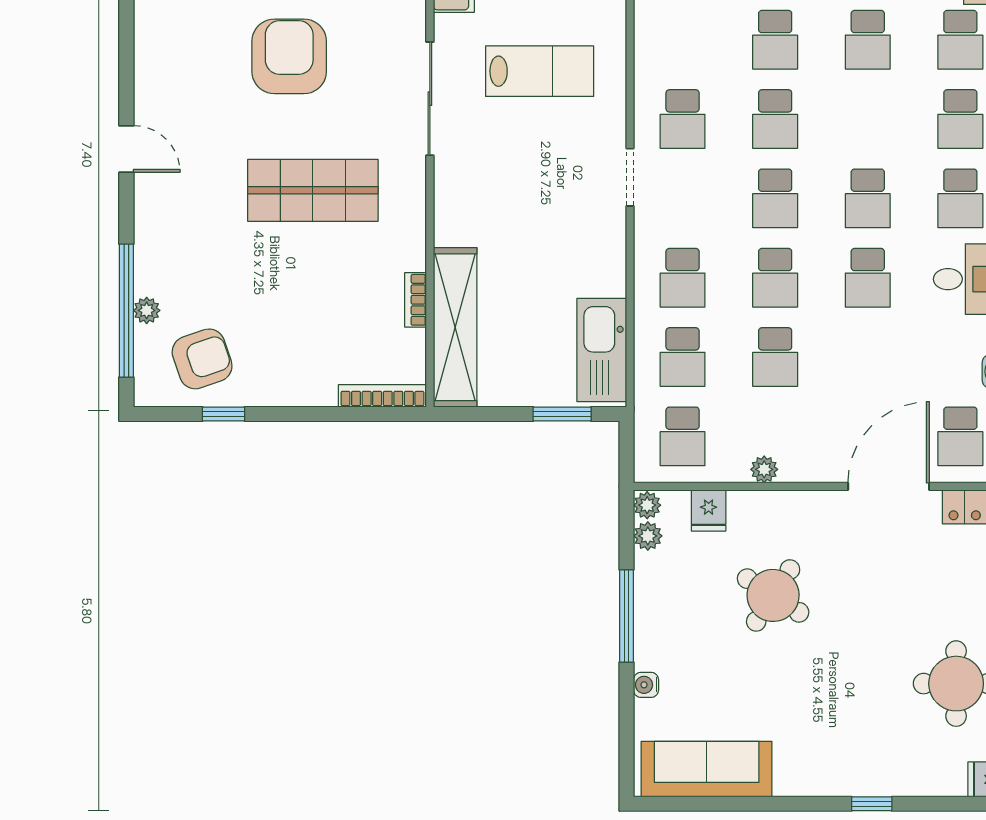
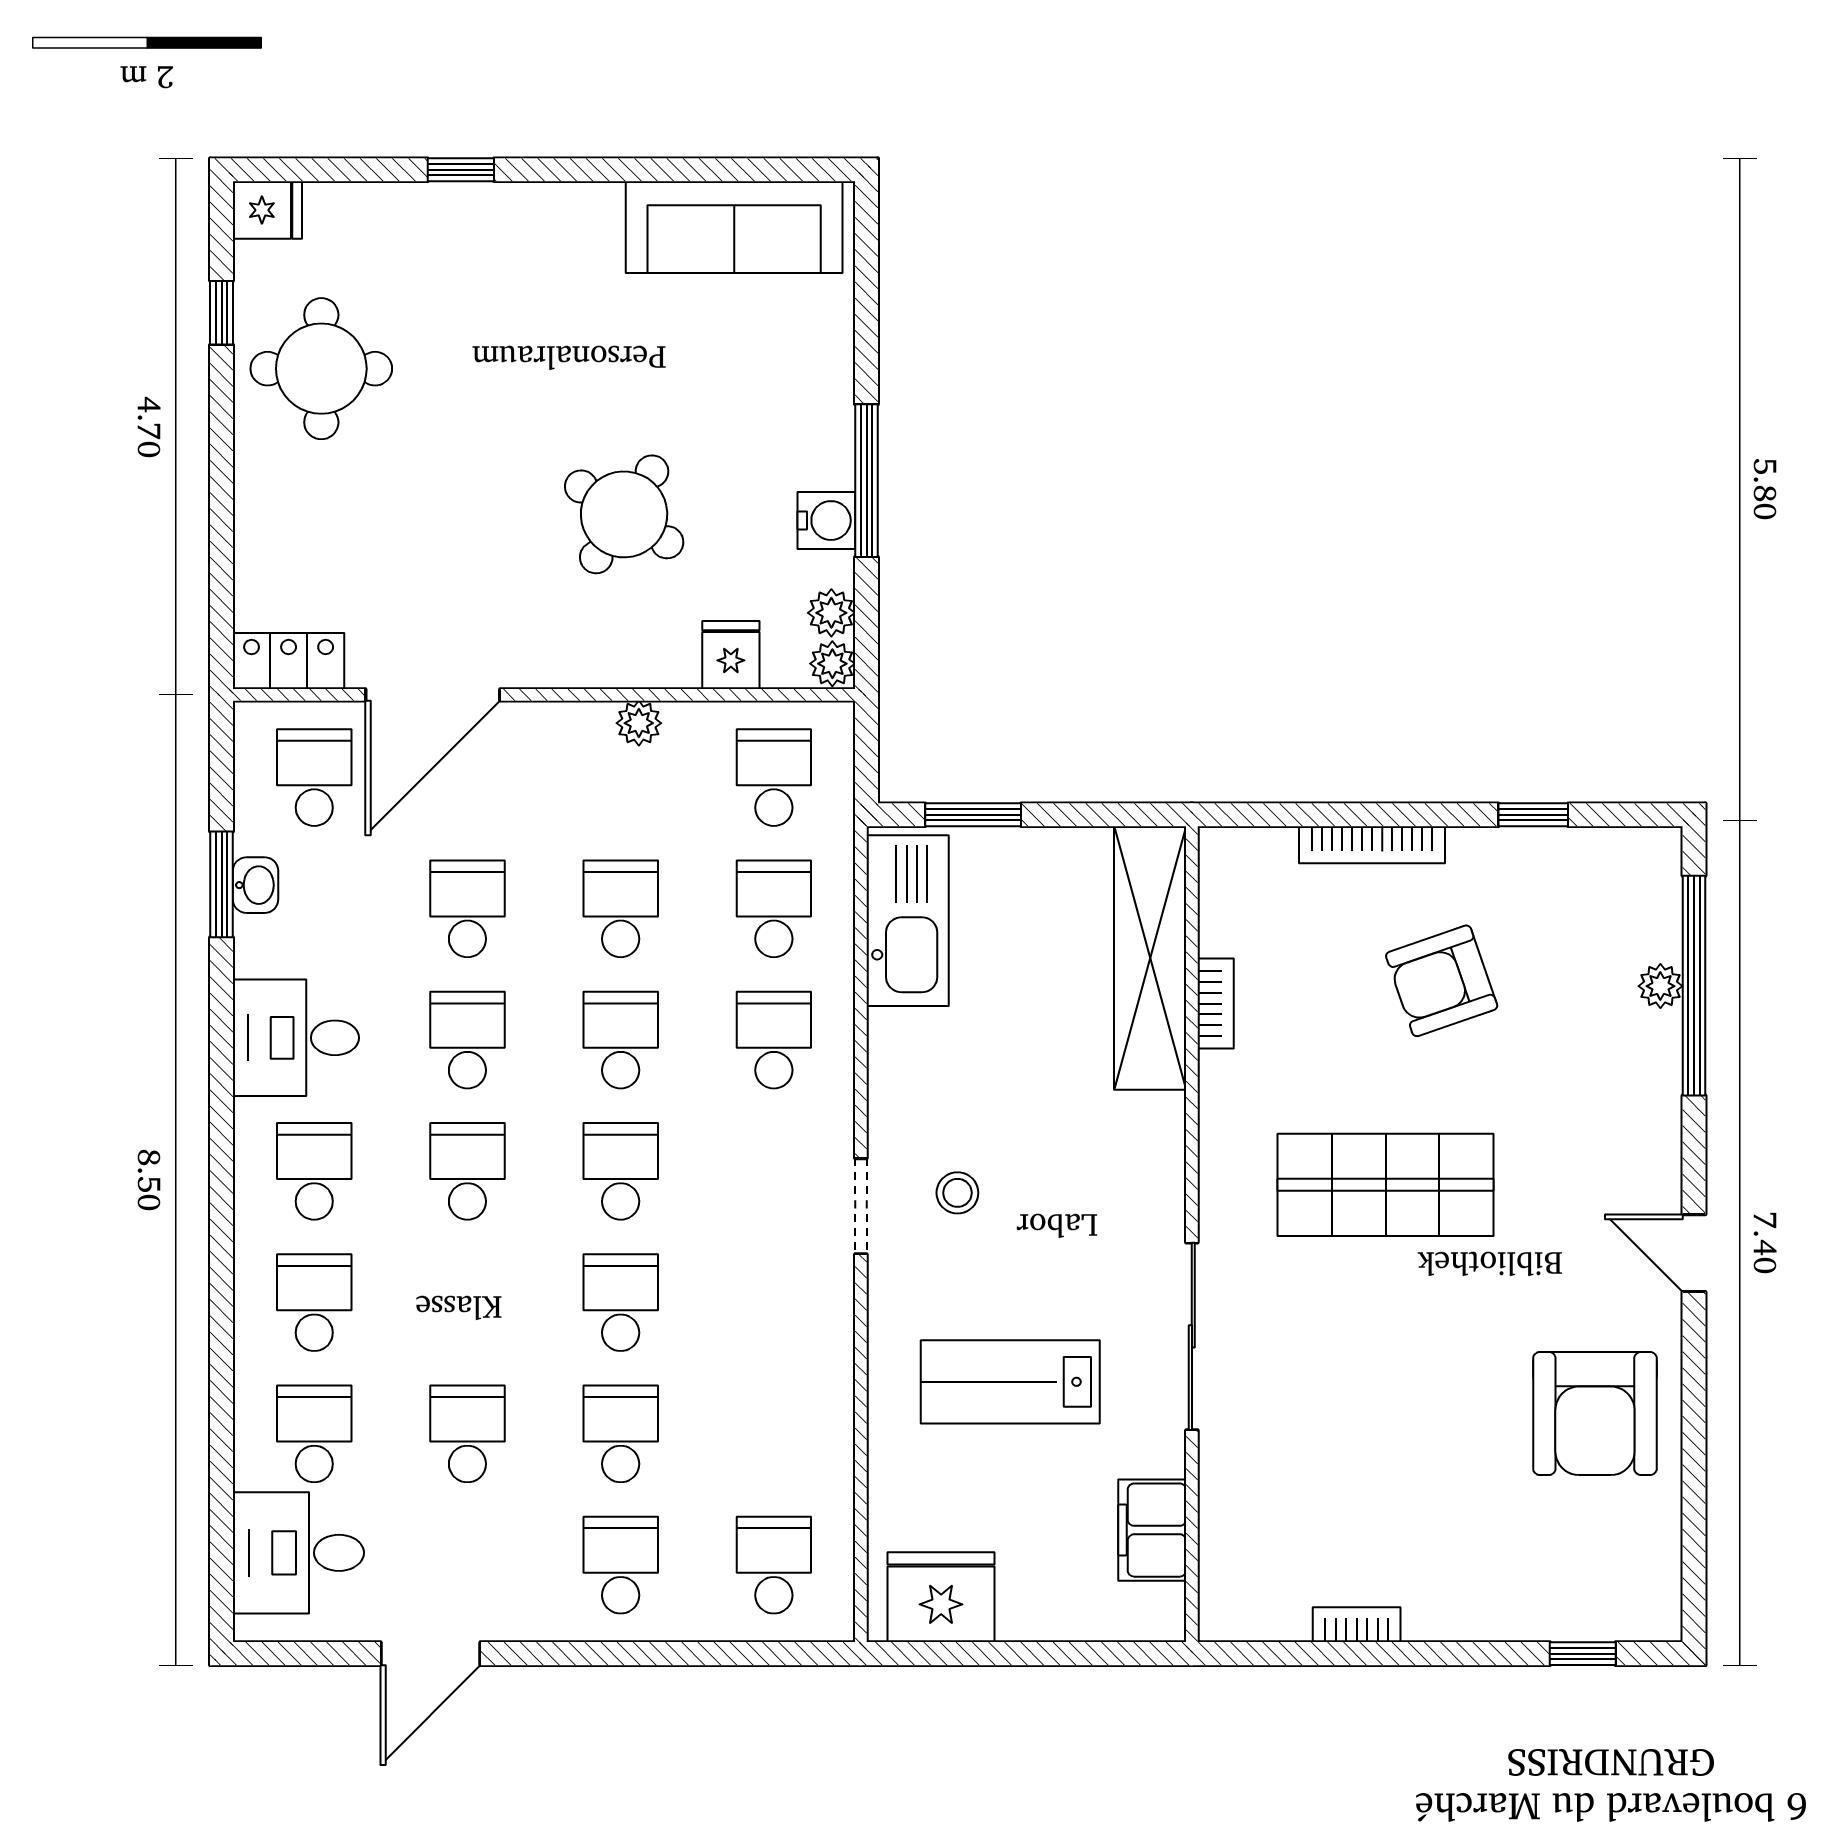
armchair: (289, 56) -> (1595, 1413), moved
school desk: (683, 119) -> (467, 909), moved
stool: (572, 185) -> (957, 1193), added
armchair: (202, 359) -> (1442, 981), moved
bookcase: (382, 396) -> (1372, 845), moved
water cooler: (646, 685) -> (826, 521), moved, width x1.38, depth x1.38

